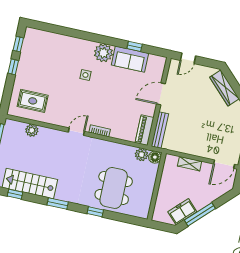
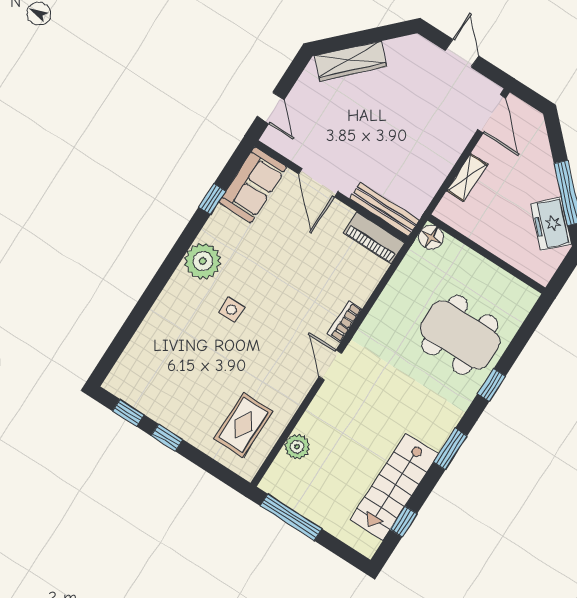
sofa: (130, 59) -> (253, 185), moved
plant: (141, 155) -> (417, 260), removed

